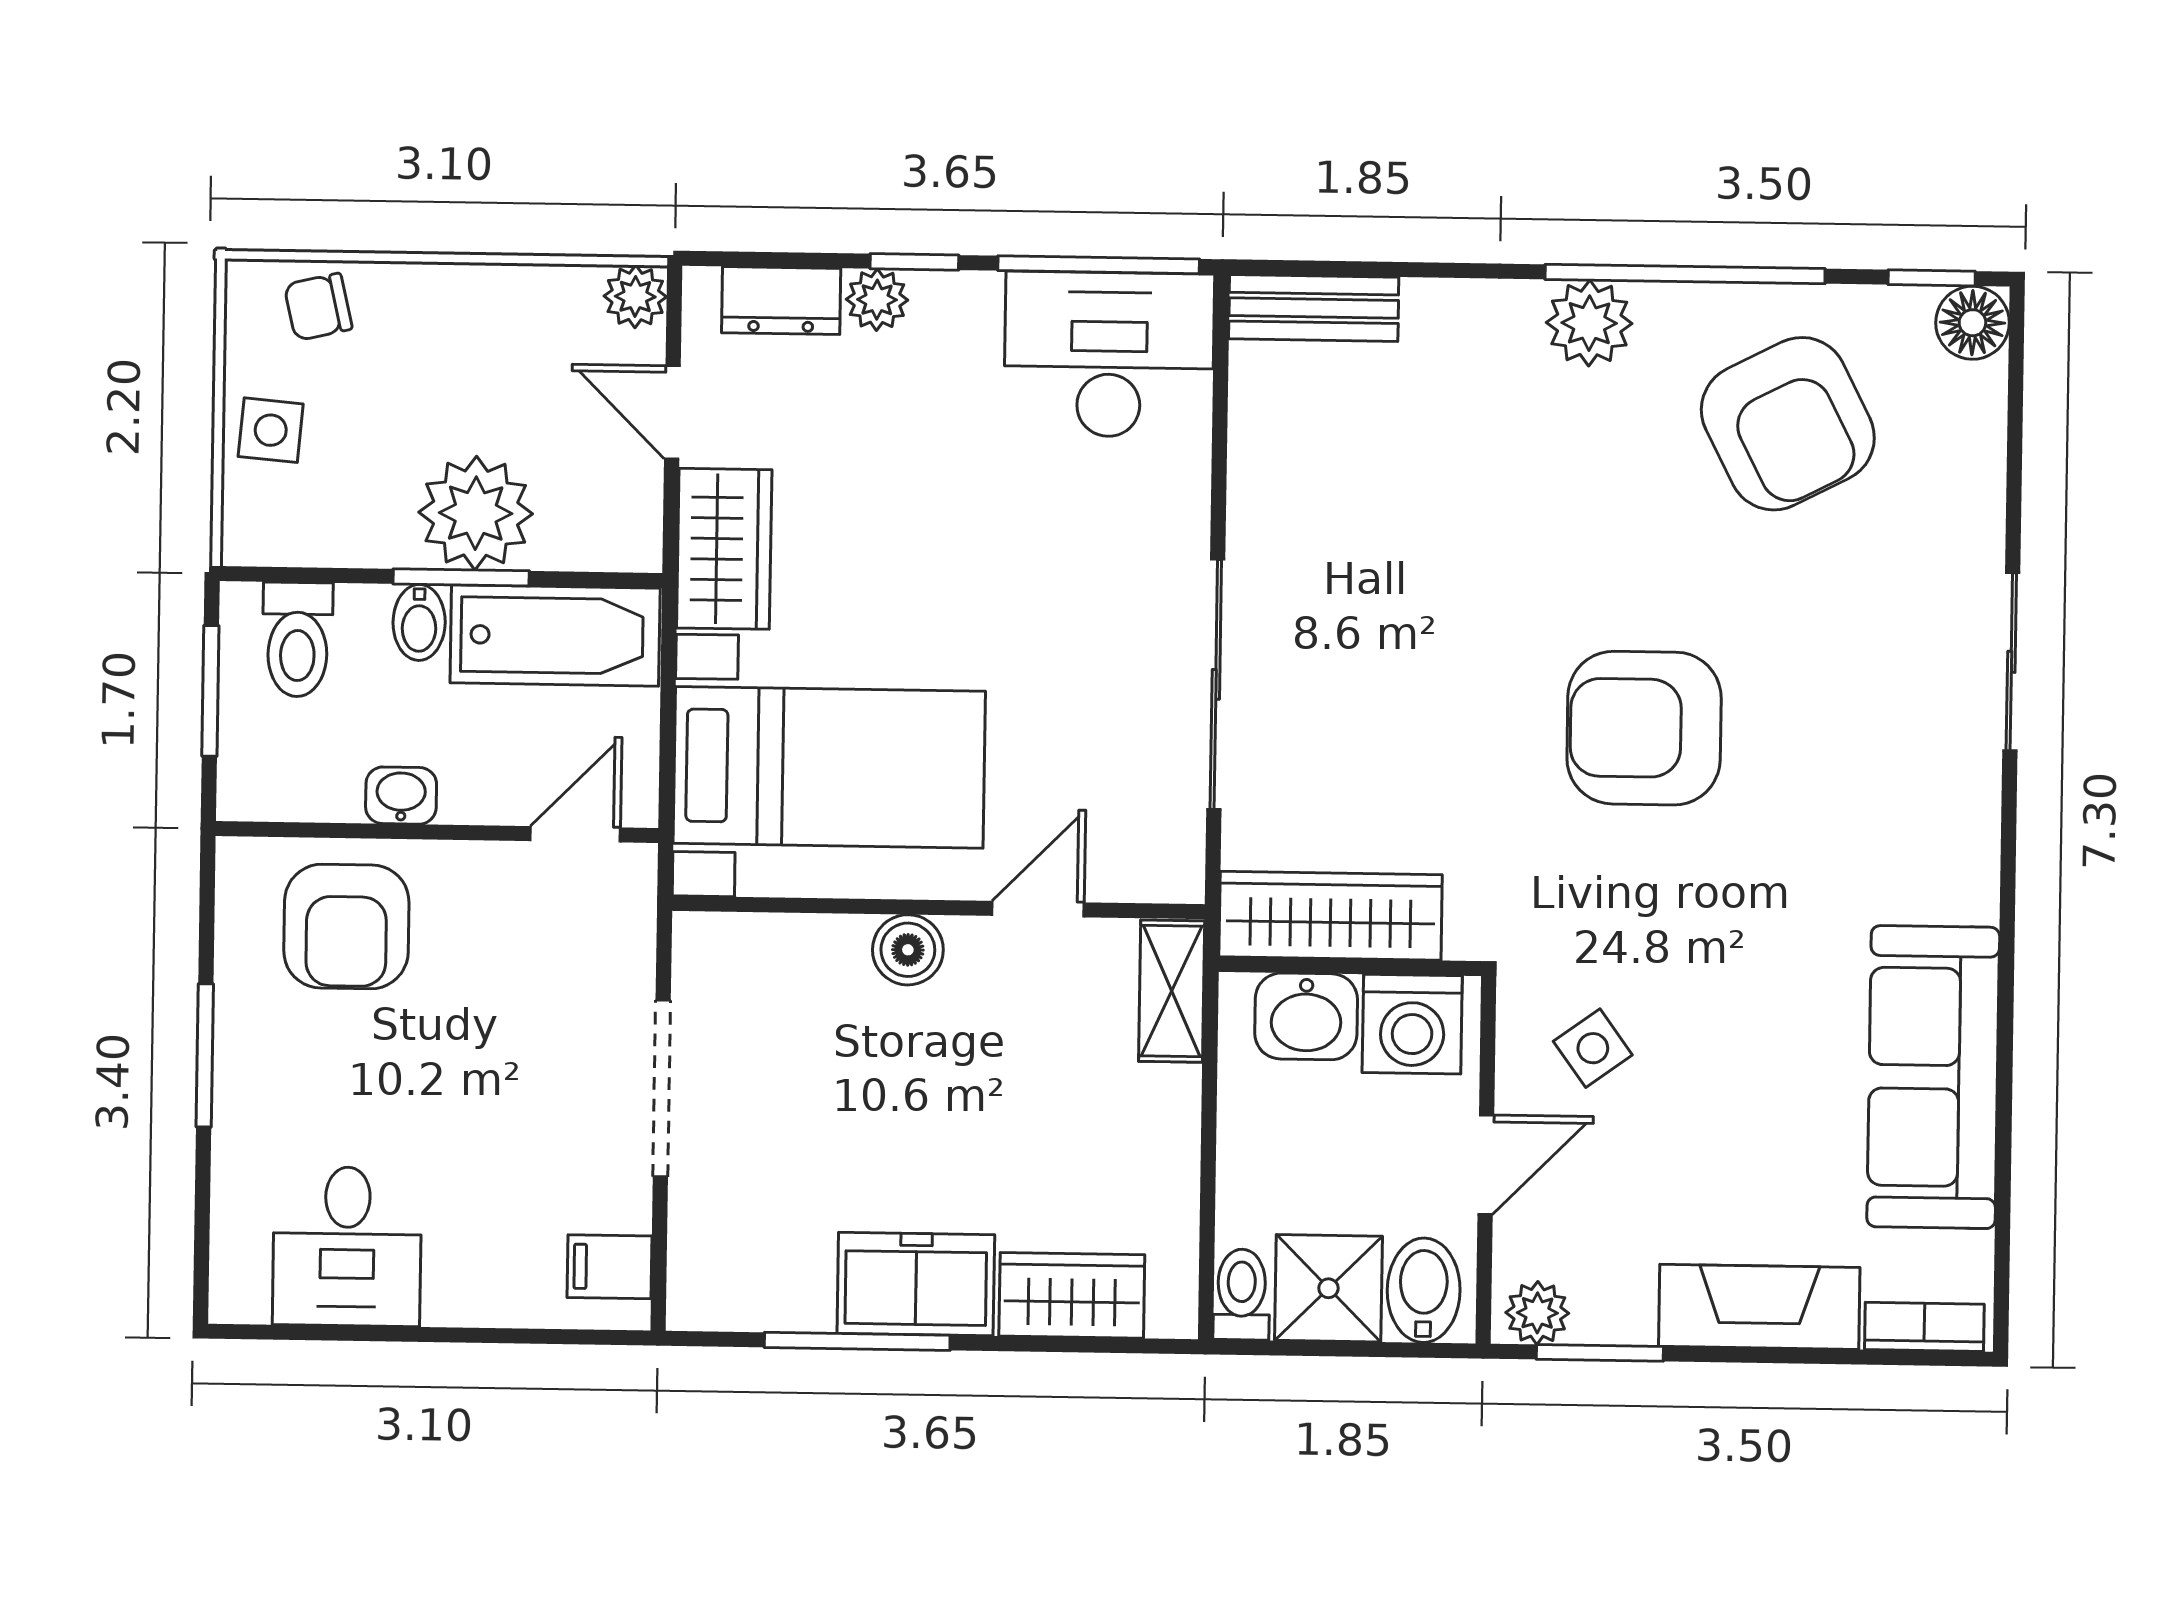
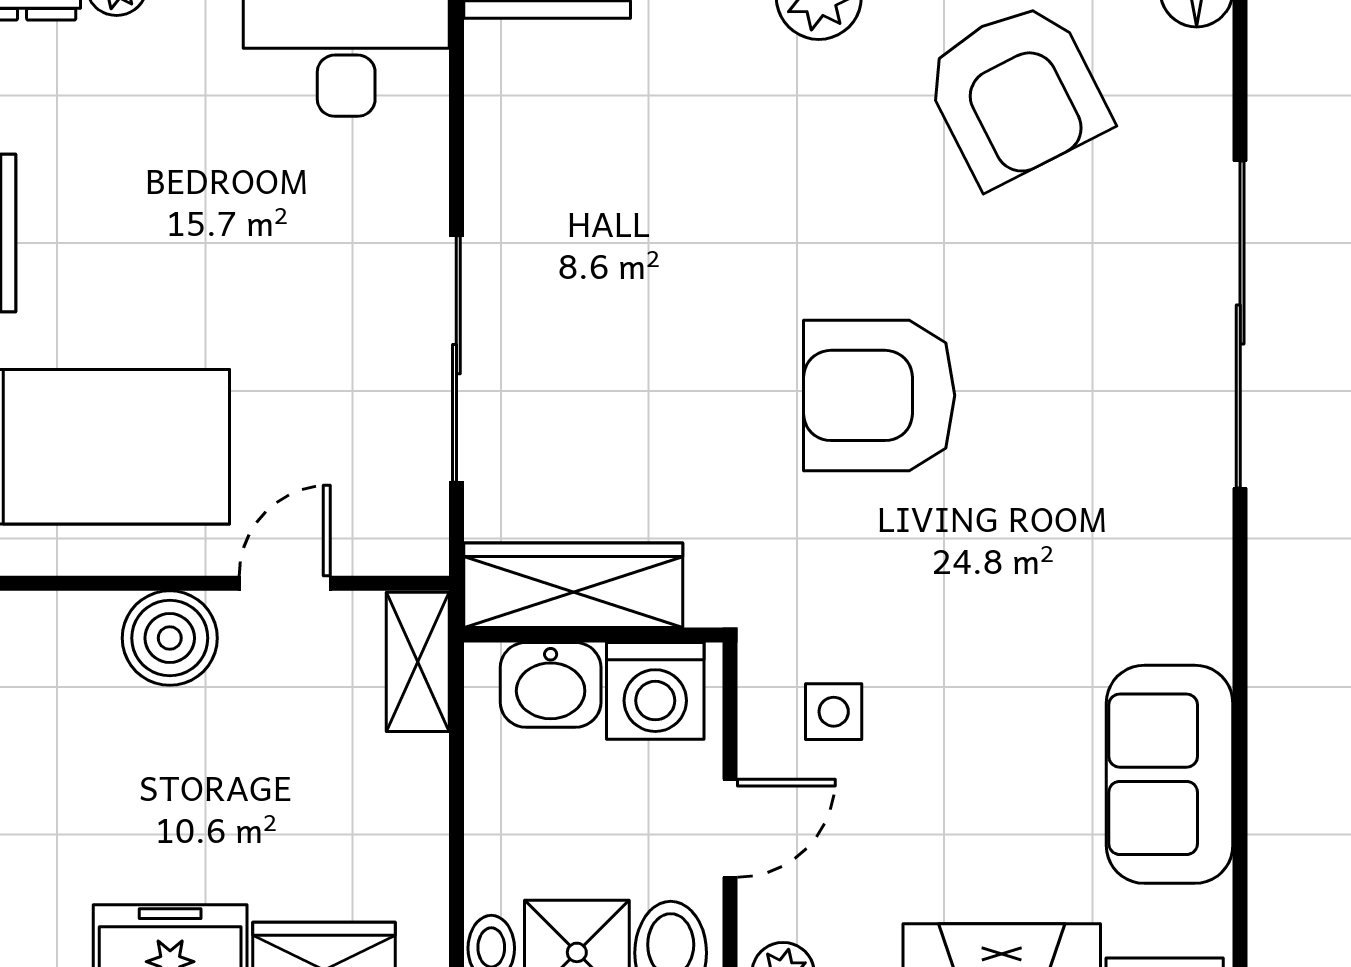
sliding door: (2011, 662) -> (1240, 324), width x1.86
boiler: (908, 950) -> (170, 638), width x1.36, depth x1.36
side table: (1593, 1048) -> (834, 712), turned 36
sofa: (1933, 1077) -> (1170, 774), width x0.73

